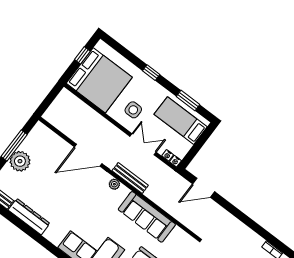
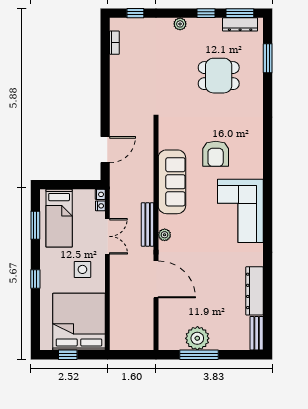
double door: (143, 144) -> (107, 236), swing flipped
plant: (20, 161) -> (197, 338), moved
door: (204, 188) -> (105, 150), hinge flipped

